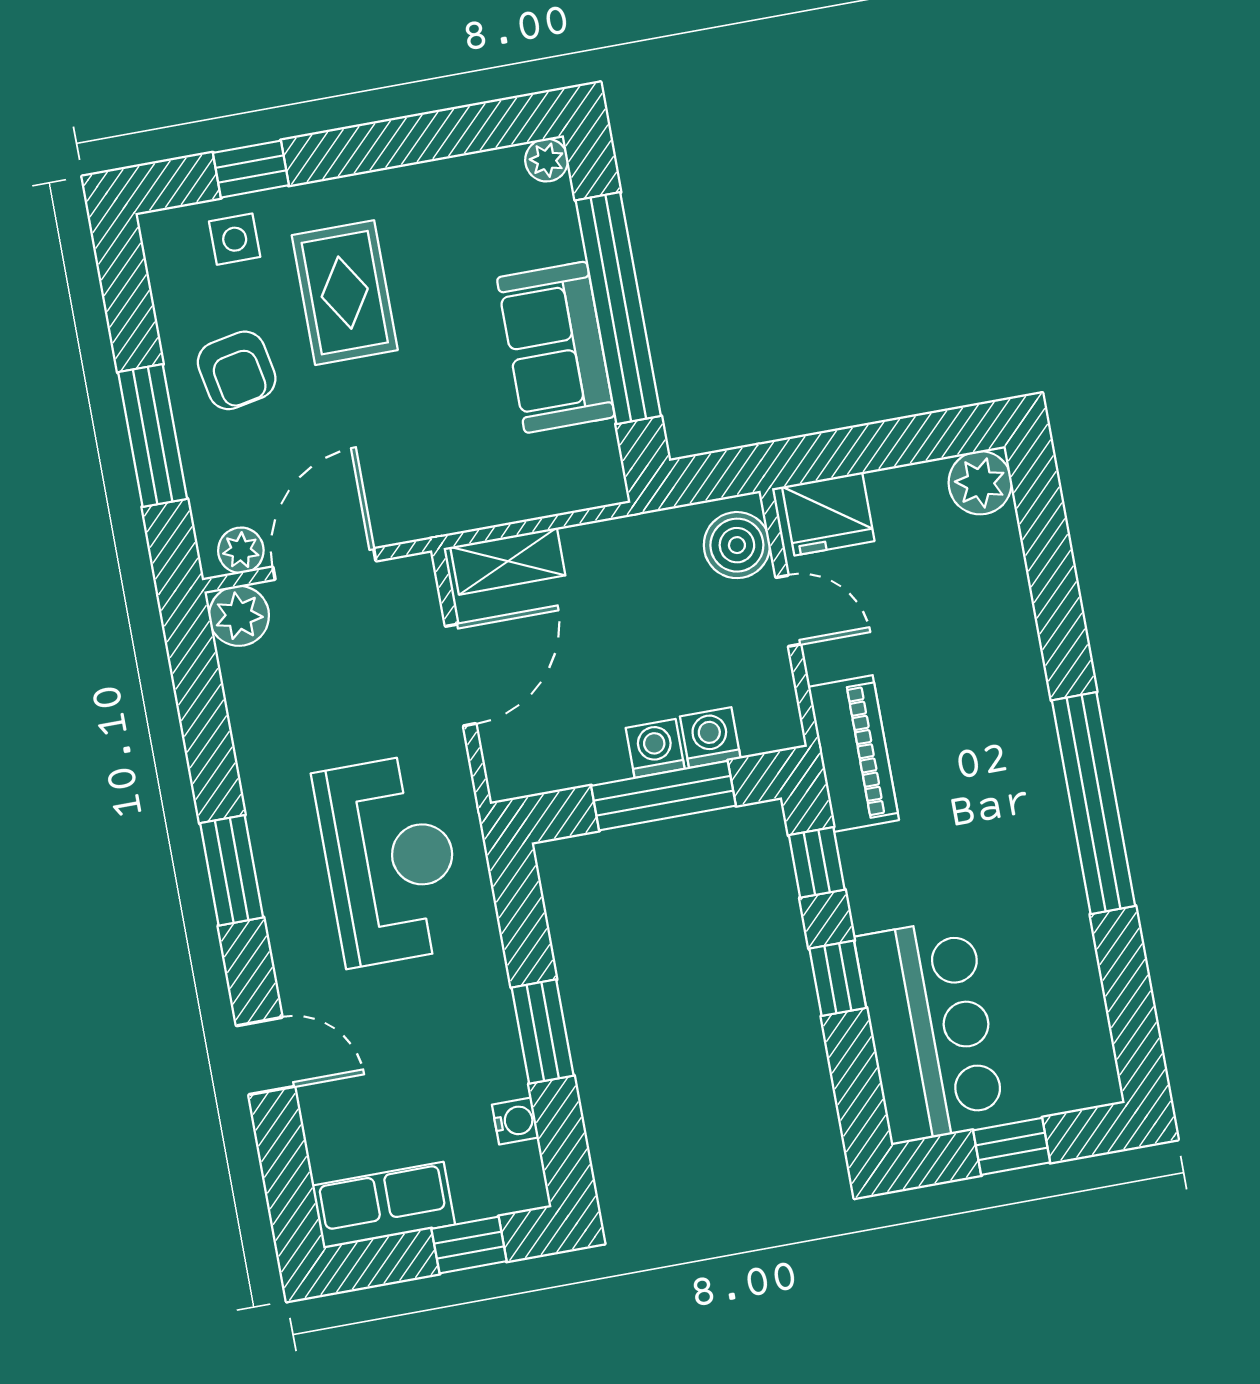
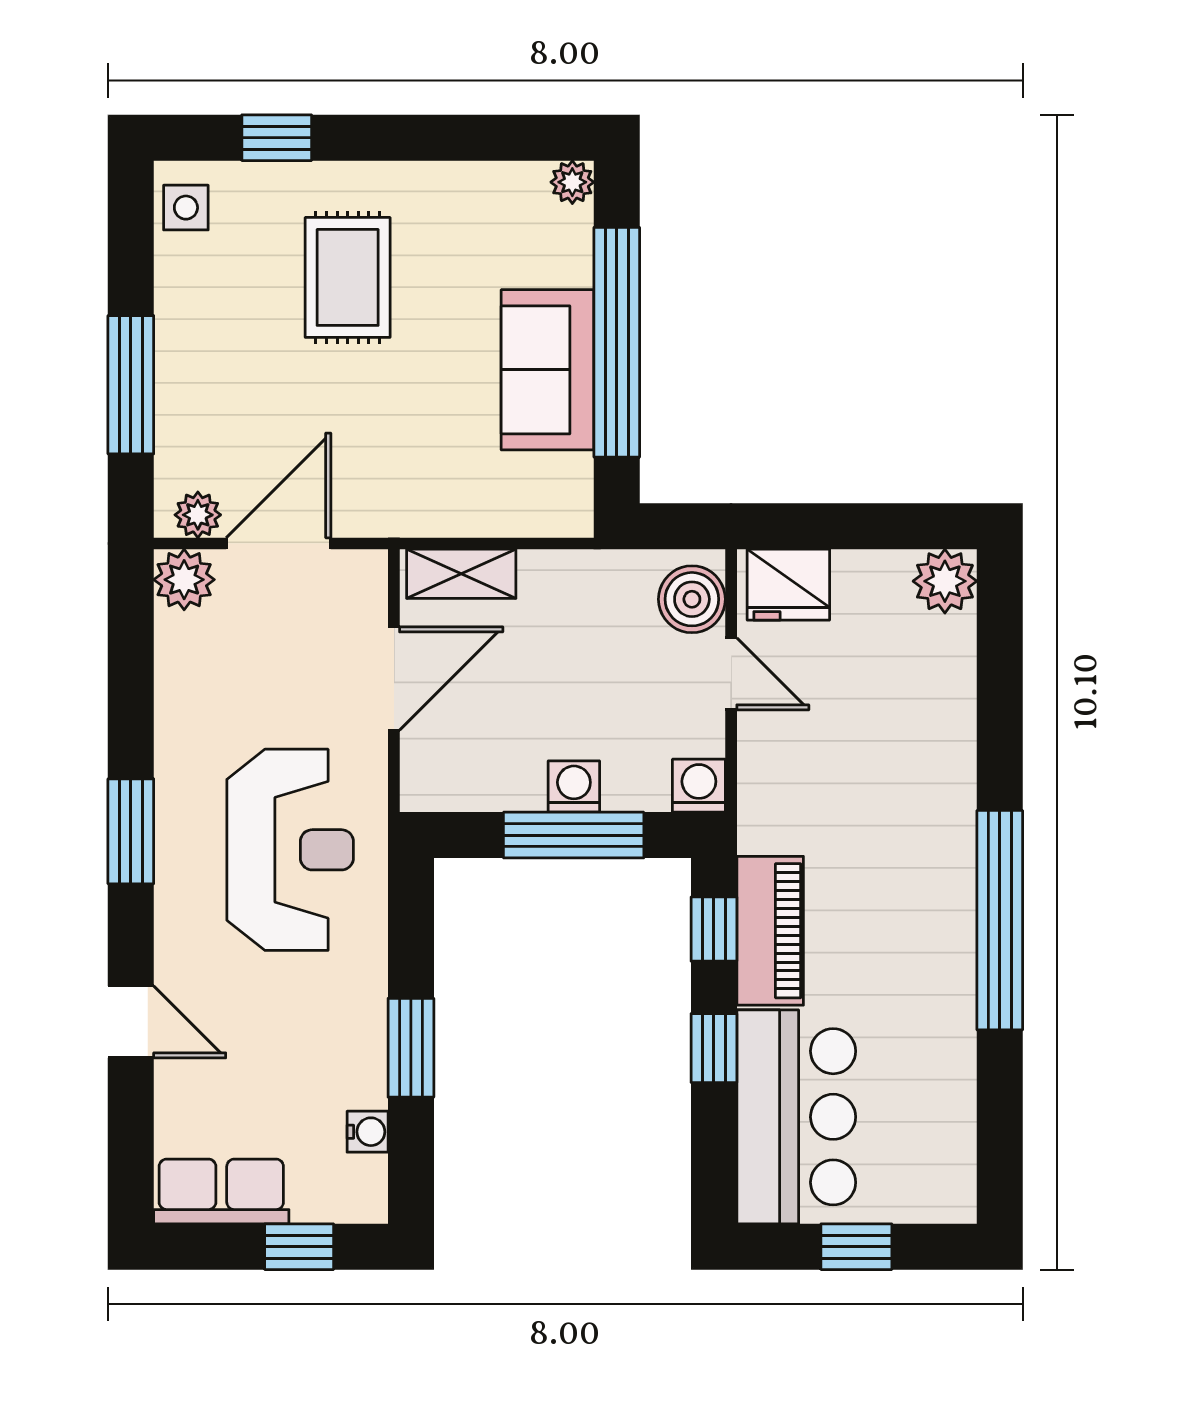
side table: (235, 239) -> (186, 208), moved
armchair: (237, 370) -> (226, 335), removed
washing machine: (710, 738) -> (699, 786), moved
piano: (853, 753) -> (770, 931), moved

